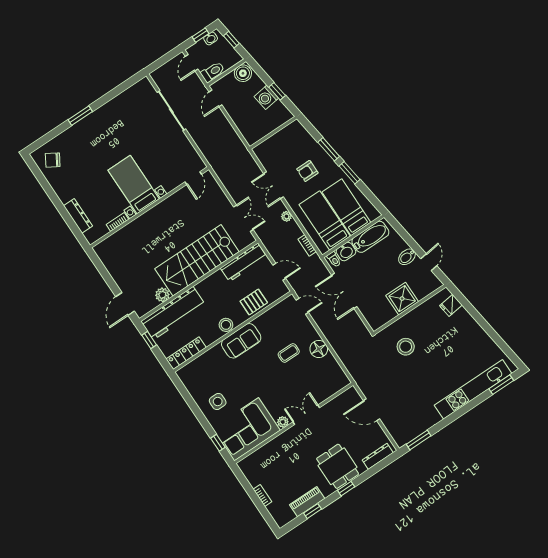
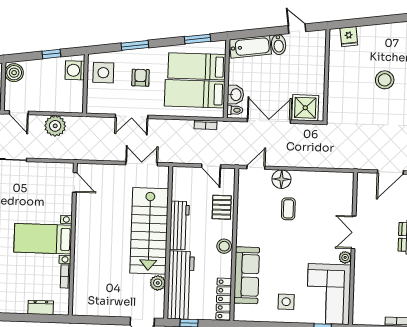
washing machine: (266, 97) -> (75, 70), moved, turned 98
side table: (291, 140) -> (103, 73), added
armchair: (307, 171) -> (140, 78), turned 180
window: (350, 173) -> (197, 39), moved
dresser: (78, 216) -> (41, 307), width x0.70
plant: (286, 216) -> (55, 126), moved, width x1.88, depth x1.88
bathtub: (370, 237) -> (250, 47), moved, turned 82
workbench: (244, 262) -> (179, 226), moved
door: (279, 272) -> (211, 166), swing flipped
double door: (344, 291) -> (269, 121), swing flipped
shower: (402, 299) -> (305, 108), moved
sofa: (241, 341) -> (247, 275), moved, width x1.36
stool: (406, 347) -> (385, 80), moved
floor lamp: (319, 349) -> (281, 179), moved

